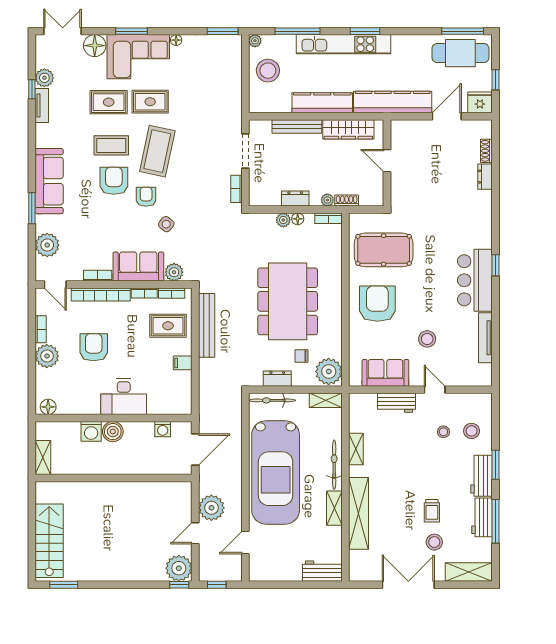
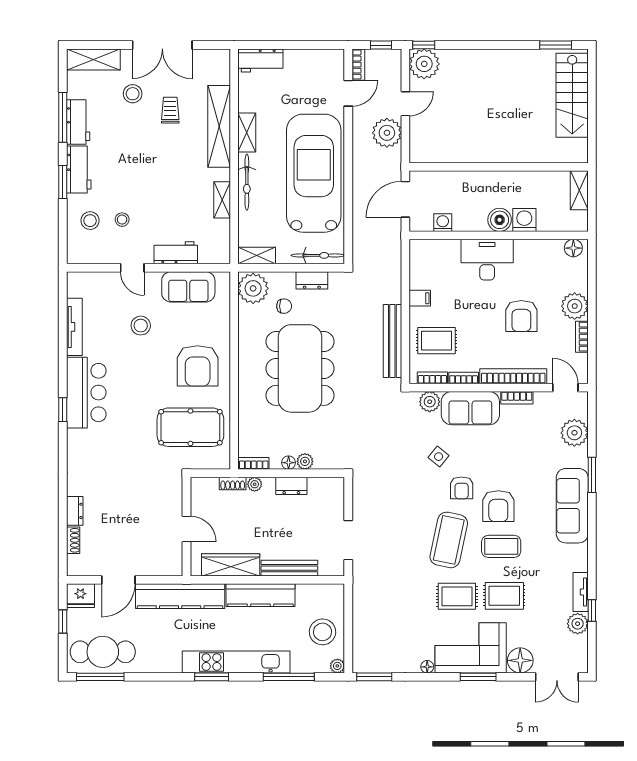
bookcase: (236, 189) -> (358, 65), moved
trolley: (432, 511) -> (170, 110), moved

